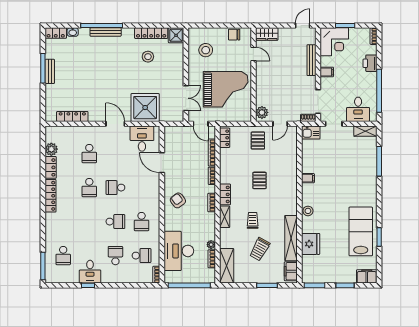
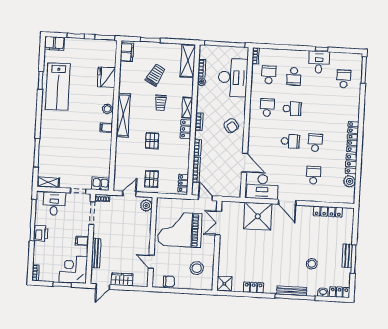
locker: (151, 33) -> (253, 287), width x0.66
wardrobe: (267, 34) -> (122, 279), moved
stool: (148, 57) -> (312, 264), moved
printer: (370, 63) -> (41, 233), moved
desk: (142, 139) -> (262, 187), width x1.37
filing cabinet: (308, 178) -> (106, 128), moved
school desk: (115, 222) -> (292, 109), turned 180
shelving: (291, 238) -> (123, 115), moved
school desk: (142, 256) -> (269, 75), turned 90

